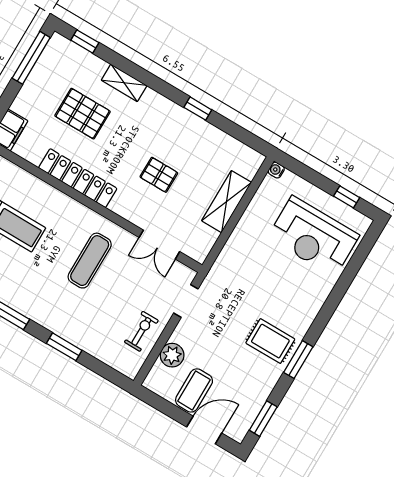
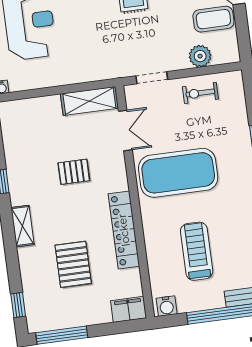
shelving: (124, 83) -> (22, 226), moved
pallet: (159, 175) -> (74, 172), turned 90
shelving: (227, 202) -> (89, 101), moved
exercise mat: (90, 261) -> (178, 173), width x2.00, depth x1.45

